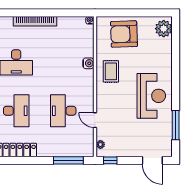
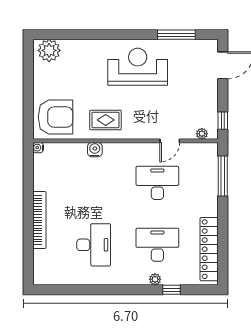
armchair: (124, 34) -> (55, 117), moved, turned -88
desk: (63, 111) -> (157, 183), turned 180

